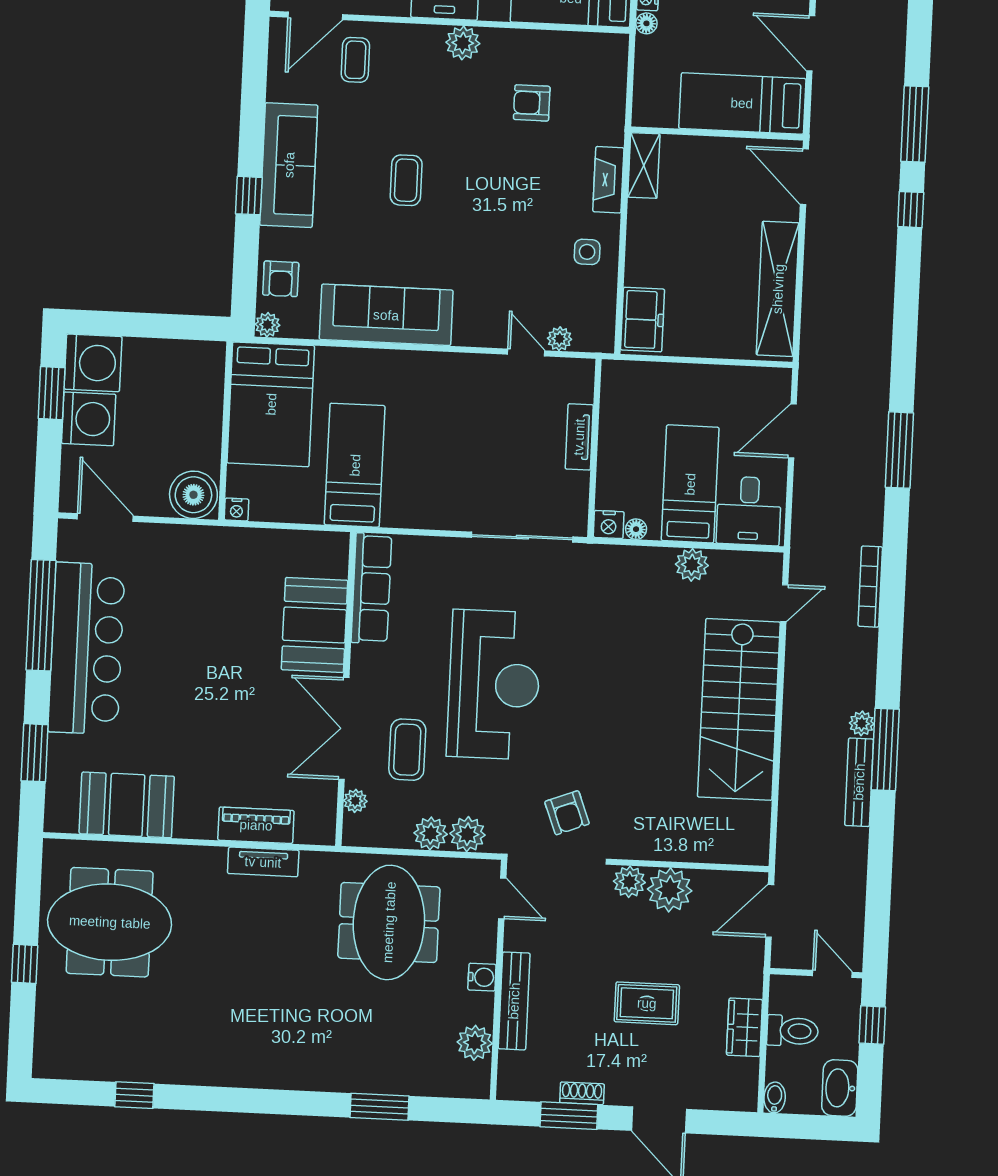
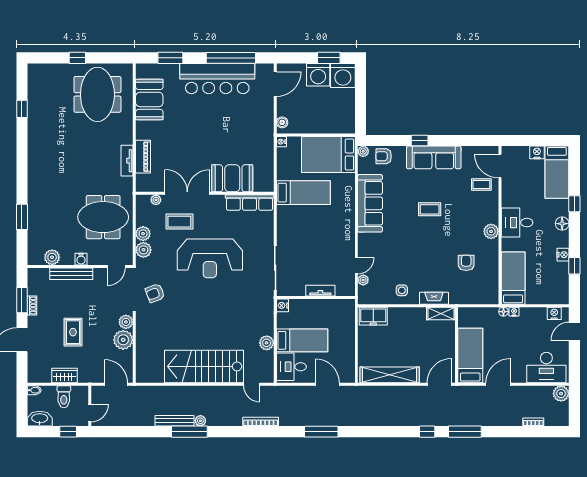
boiler: (193, 495) -> (282, 122), width x0.54, depth x0.54
floor lamp: (636, 529) -> (281, 318), removed

